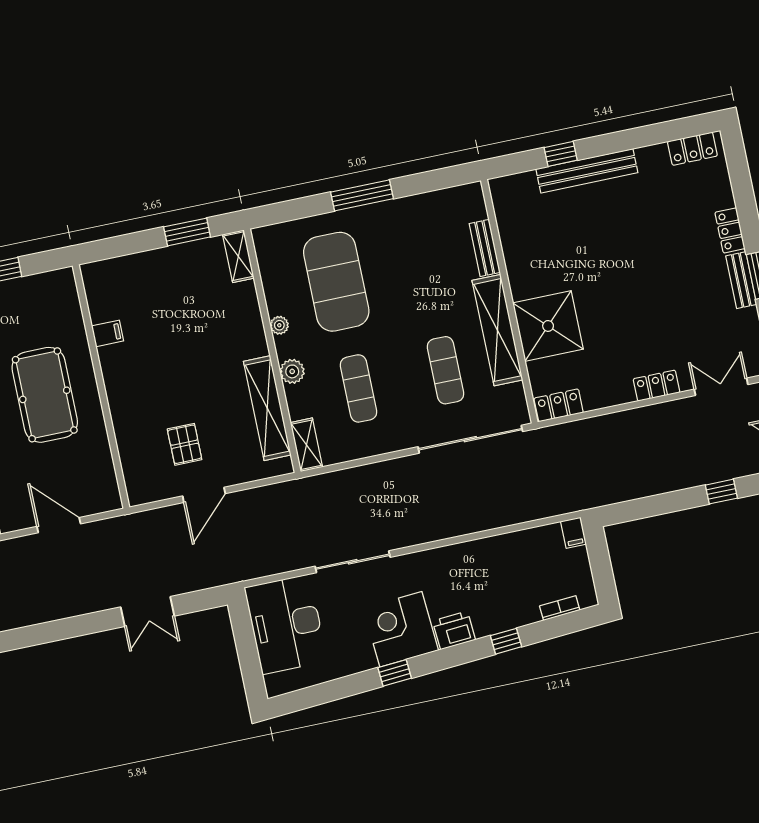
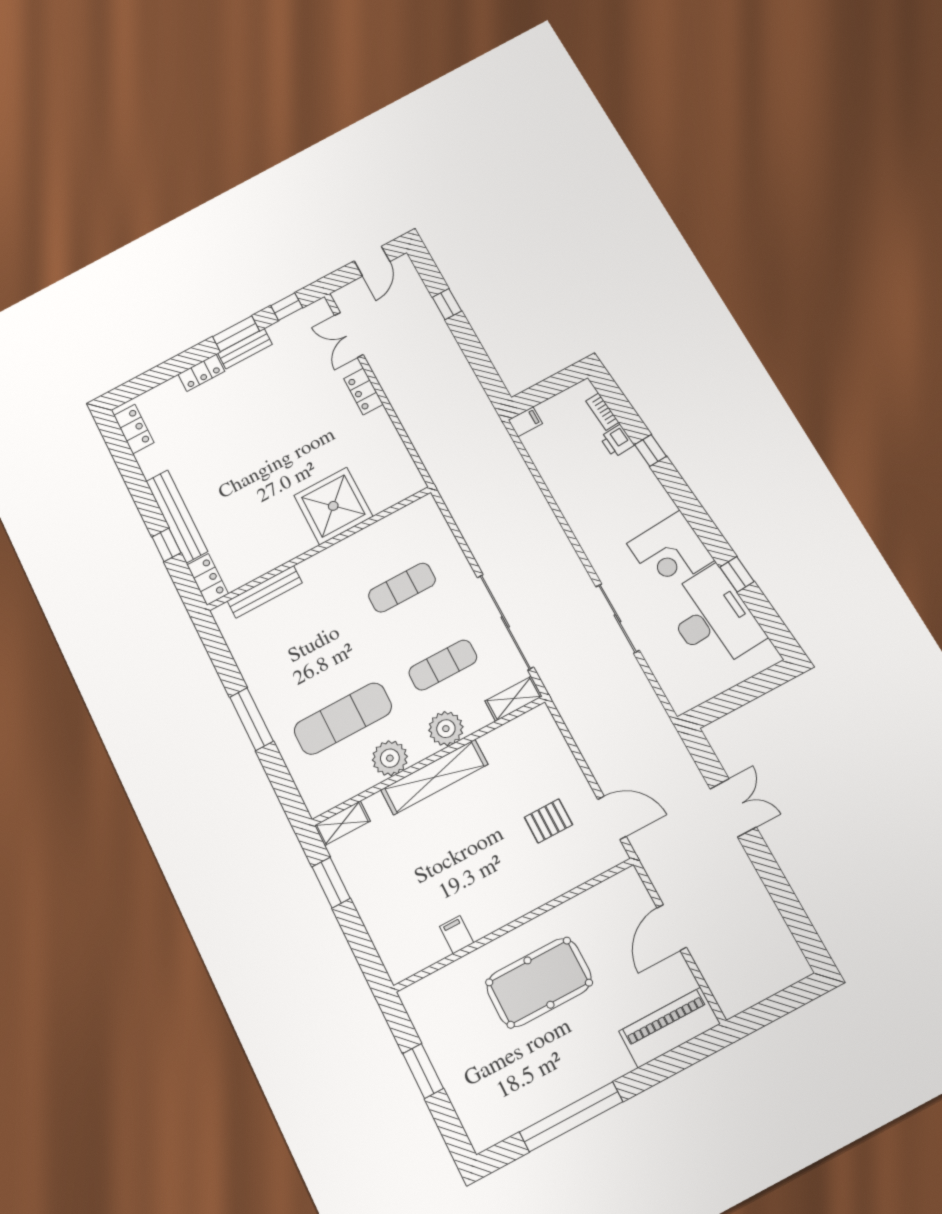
bench: (485, 248) -> (265, 592), width x1.36
exercise mat: (336, 282) -> (343, 719), width x0.68
plant: (279, 325) -> (390, 758), width x1.88, depth x1.88
shelving: (497, 330) -> (350, 551), removed
plant: (292, 371) -> (446, 729), width x1.36, depth x1.36
locker: (559, 405) -> (208, 579), moved, turned 180
shelving: (267, 408) -> (434, 777), moved
sliding door: (470, 439) -> (505, 622), moved
door: (204, 495) -> (612, 818), moved
desk: (286, 624) -> (713, 618), moved, turned -94
printer: (454, 630) -> (617, 441), moved, width x0.73, depth x0.81
window: (395, 673) -> (737, 574), moved

